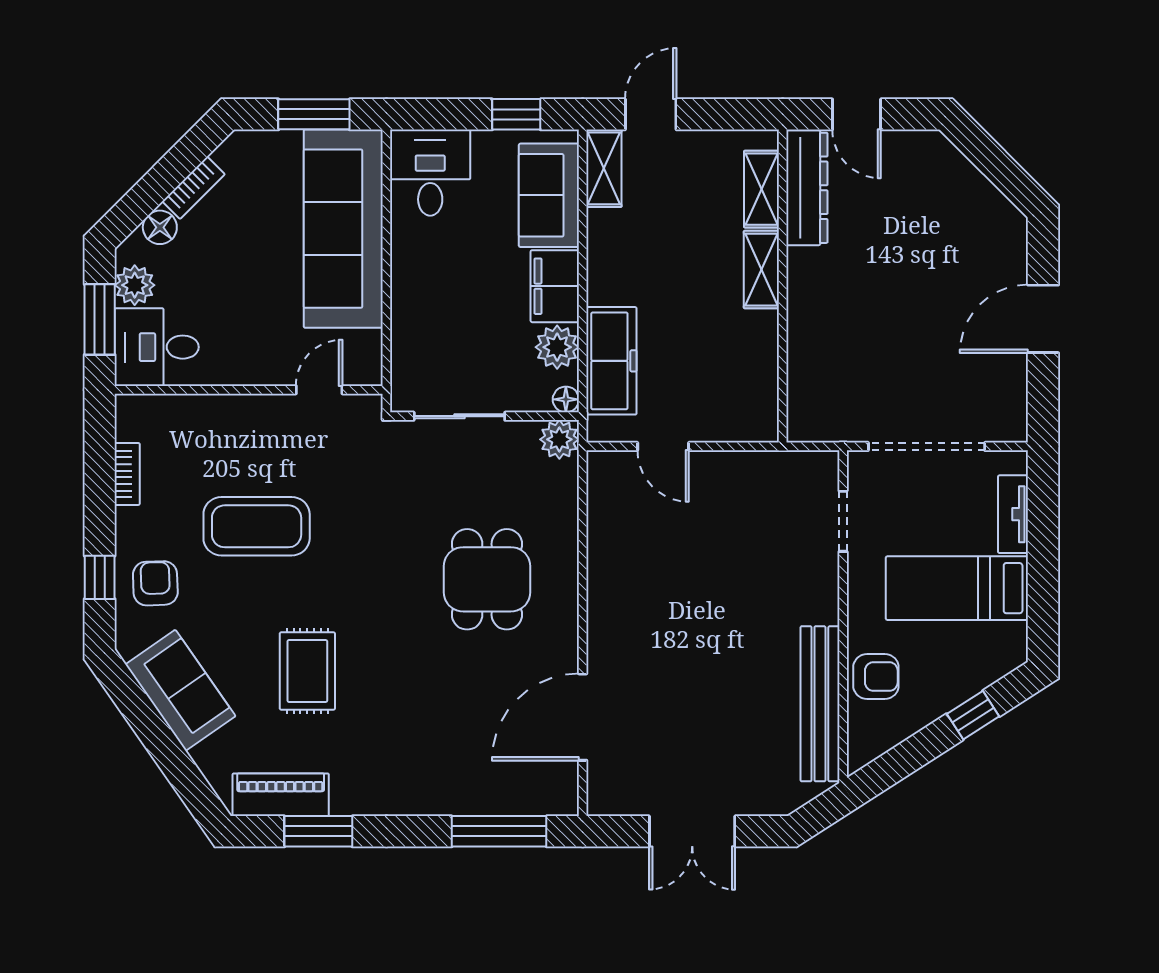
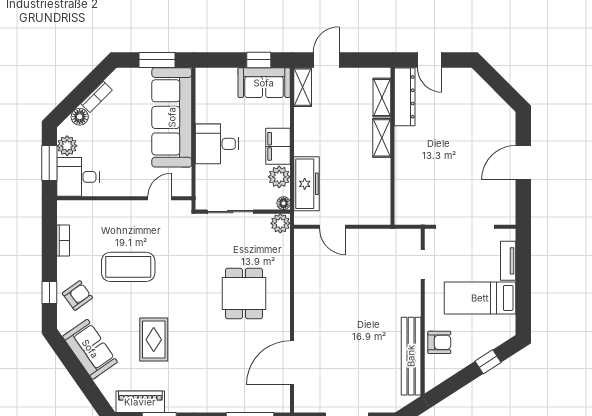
desk: (430, 173) -> (217, 144), moved, turned -90
sofa: (549, 195) -> (264, 83), moved, turned -90
armchair: (155, 583) -> (77, 296), turned 56

